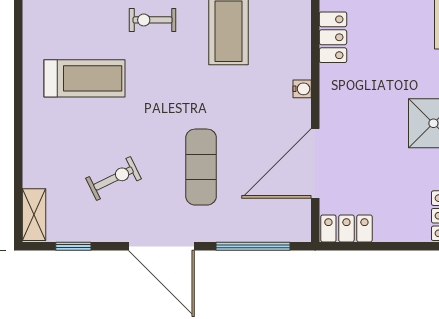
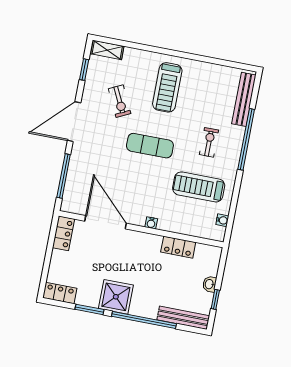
treadmill: (85, 78) -> (167, 87), moved
exercise mat: (201, 167) -> (150, 146), moved

